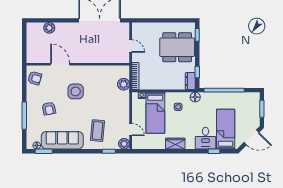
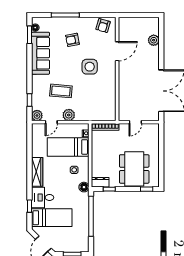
plant: (124, 84) -> (69, 115), moved
coffee table: (98, 131) -> (61, 91), moved
wardrobe: (175, 144) -> (37, 172), width x1.50

